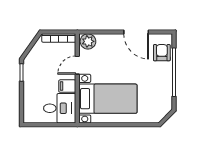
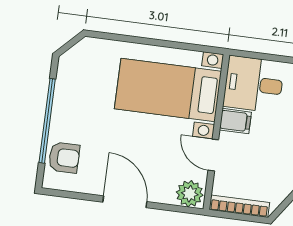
door: (136, 32) -> (125, 202), moved
armchair: (162, 53) -> (64, 158), turned -90
door: (77, 65) -> (213, 155), swing flipped

